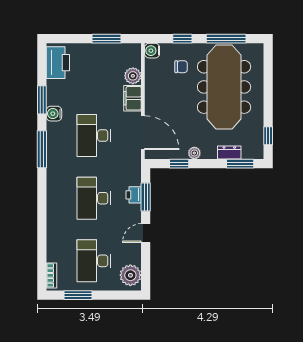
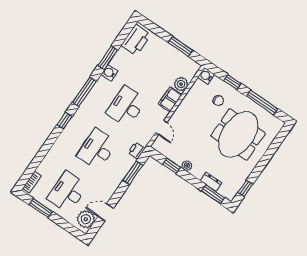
meeting table: (224, 87) -> (238, 134), width x0.73
door: (143, 133) -> (161, 128), width x0.53
window: (42, 192) -> (65, 121), added
printer: (134, 195) -> (136, 150), moved
door: (146, 233) -> (106, 212), moved

